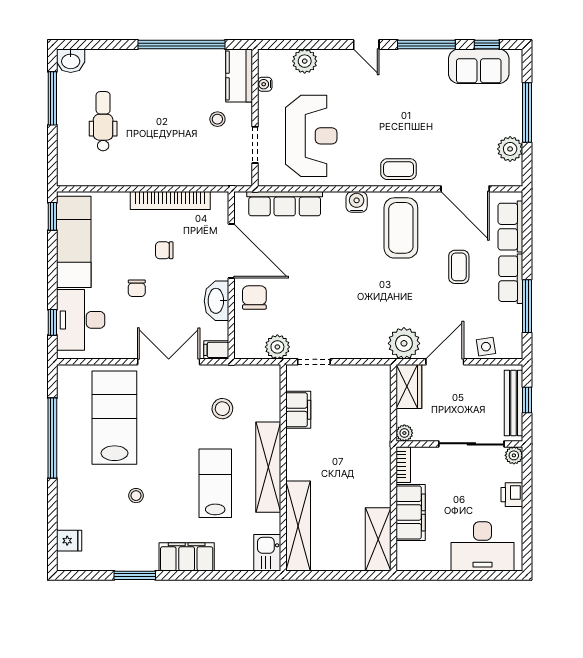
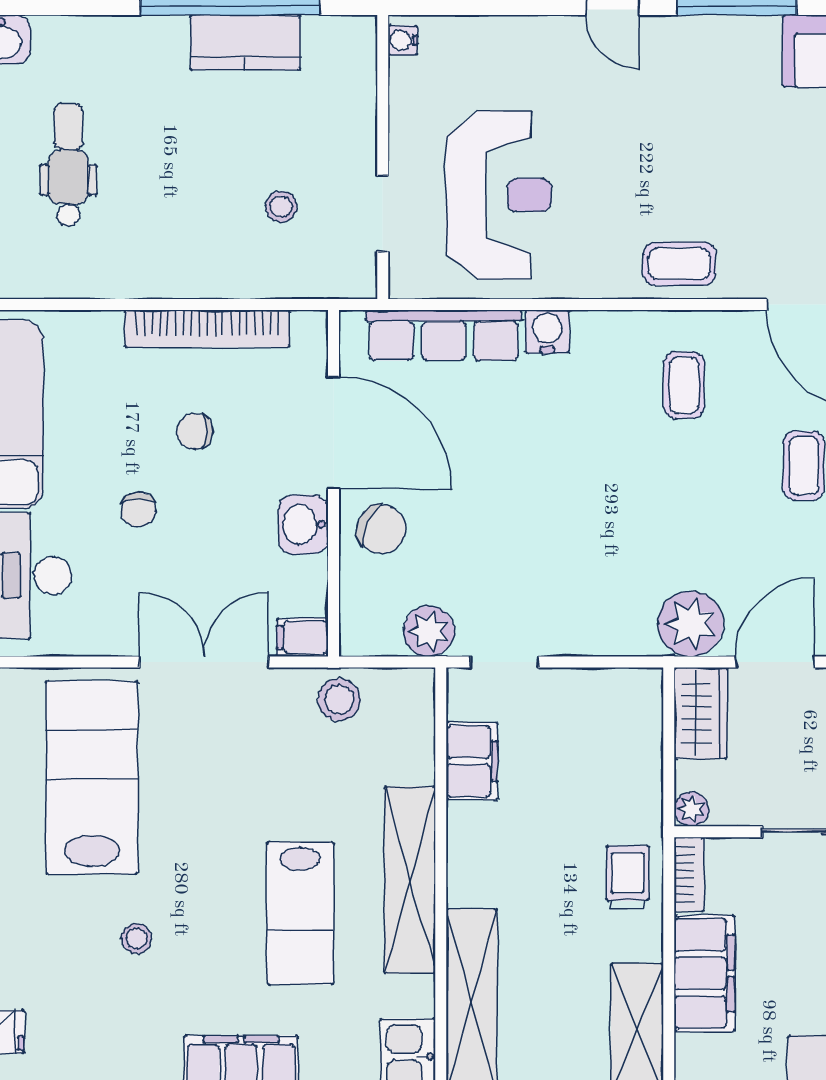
plant: (305, 61) -> (485, 40), removed
kitchen counter: (239, 75) -> (245, 43), moved, turned -90
water cooler: (265, 84) -> (403, 40), moved
stool: (217, 119) -> (281, 207), moved
water cooler: (357, 202) -> (547, 332), moved
coffee table: (401, 228) -> (684, 385), width x0.54, depth x0.58
chair: (254, 298) -> (381, 529), turned 115
washbasin: (217, 301) -> (303, 525), width x0.72
stool: (222, 409) -> (339, 700), moved
trolley: (374, 466) -> (628, 878), added
lab bench: (215, 483) -> (300, 913), turned 180

